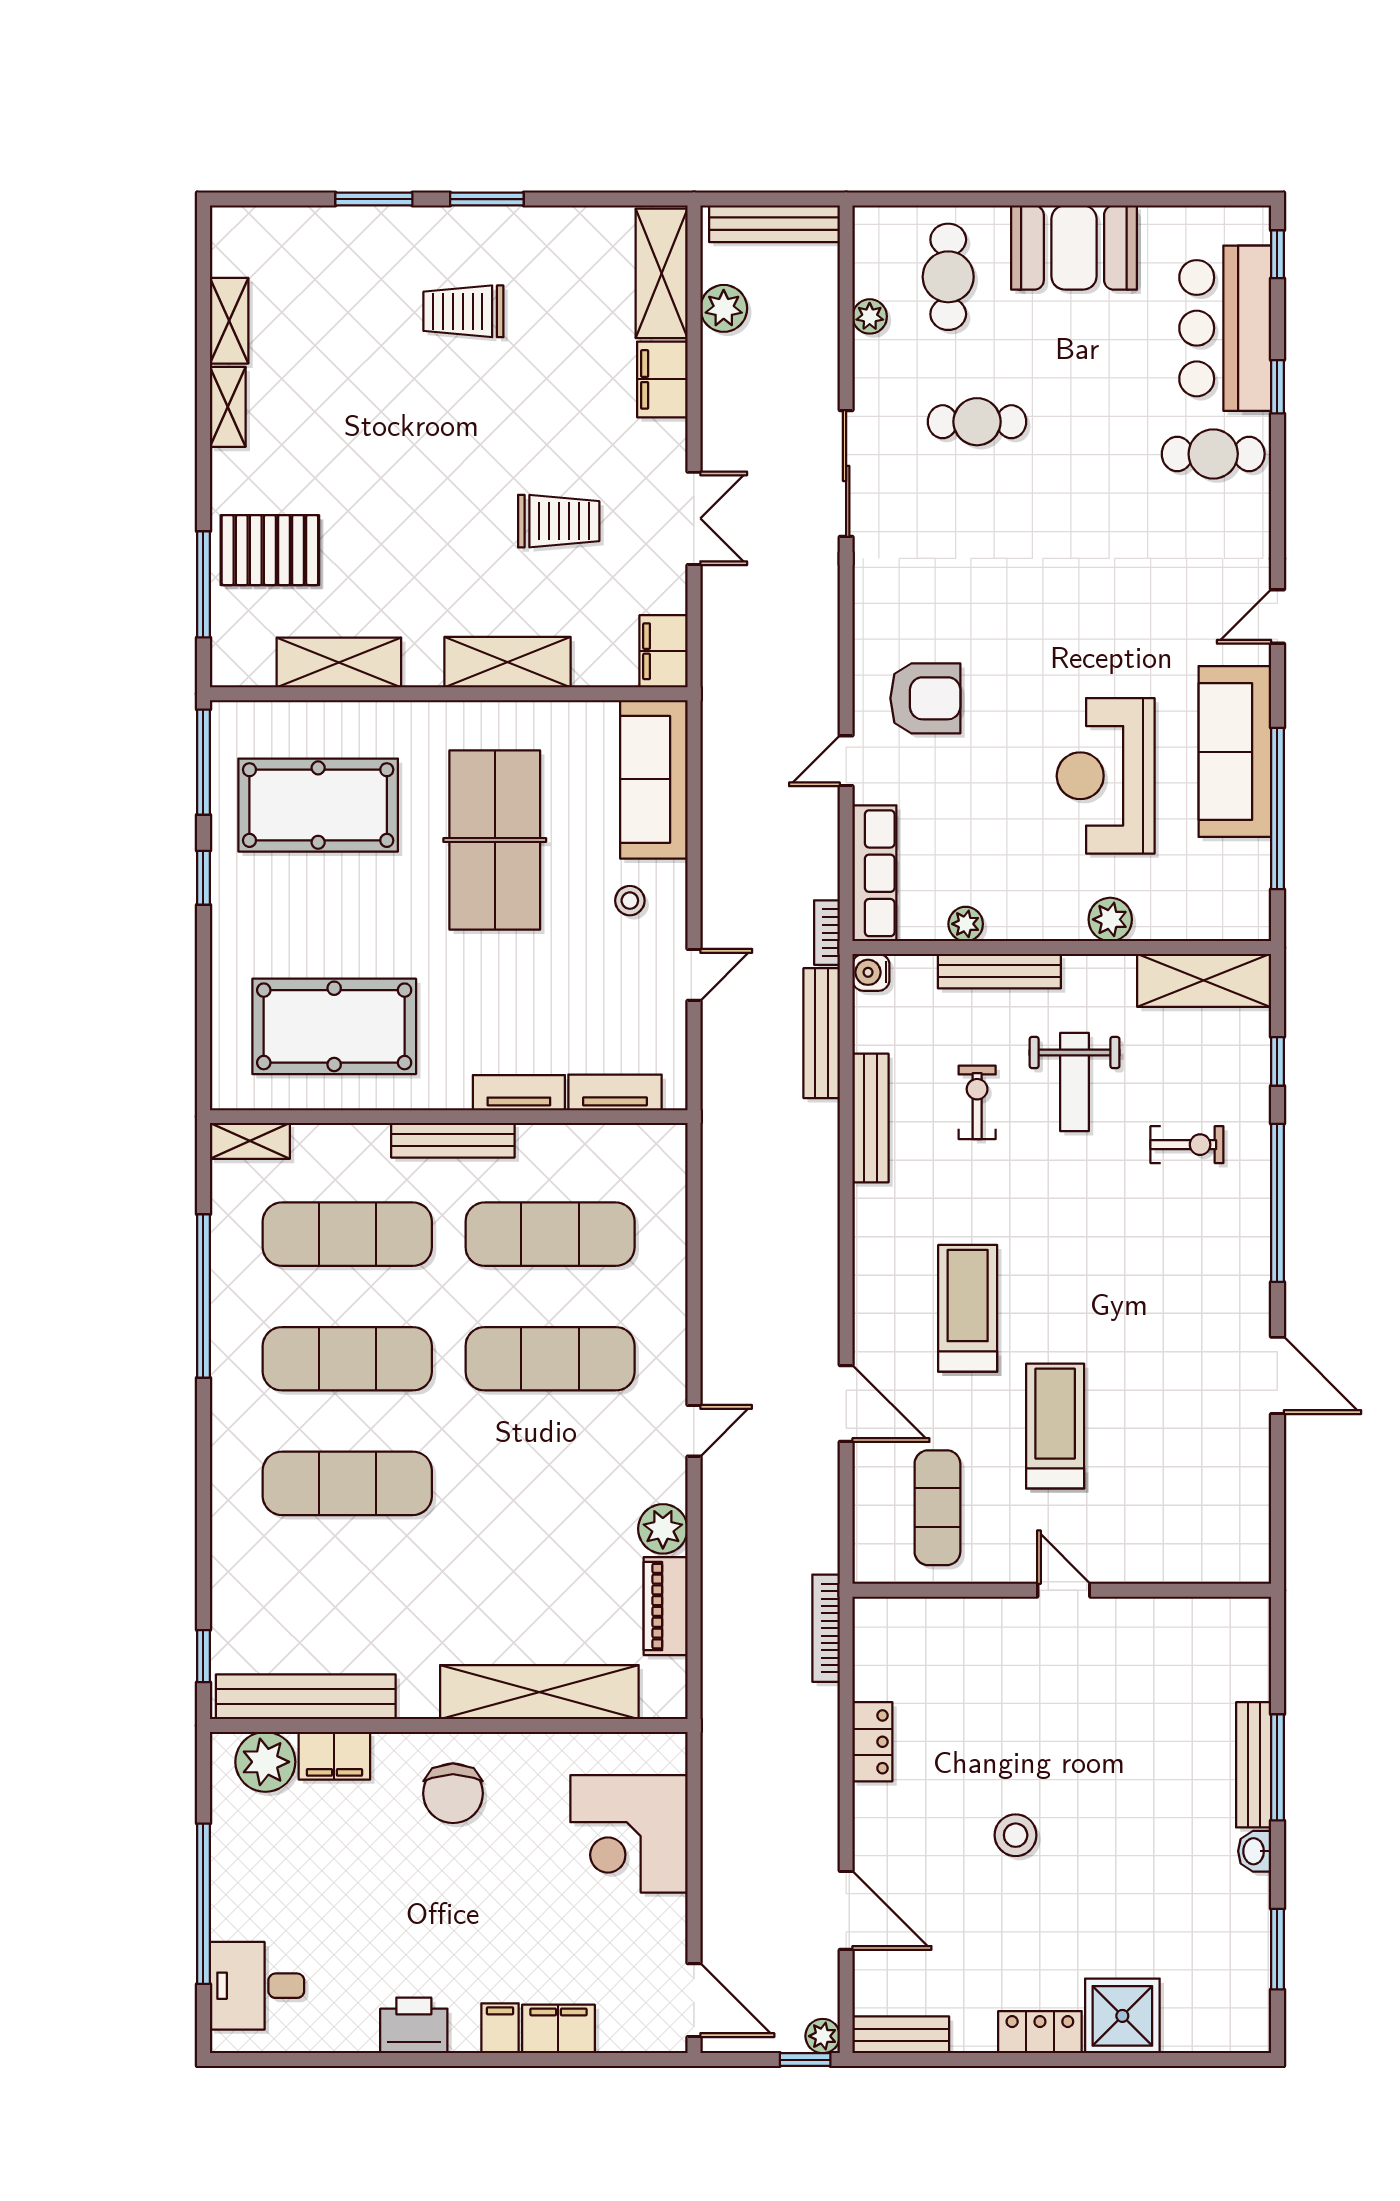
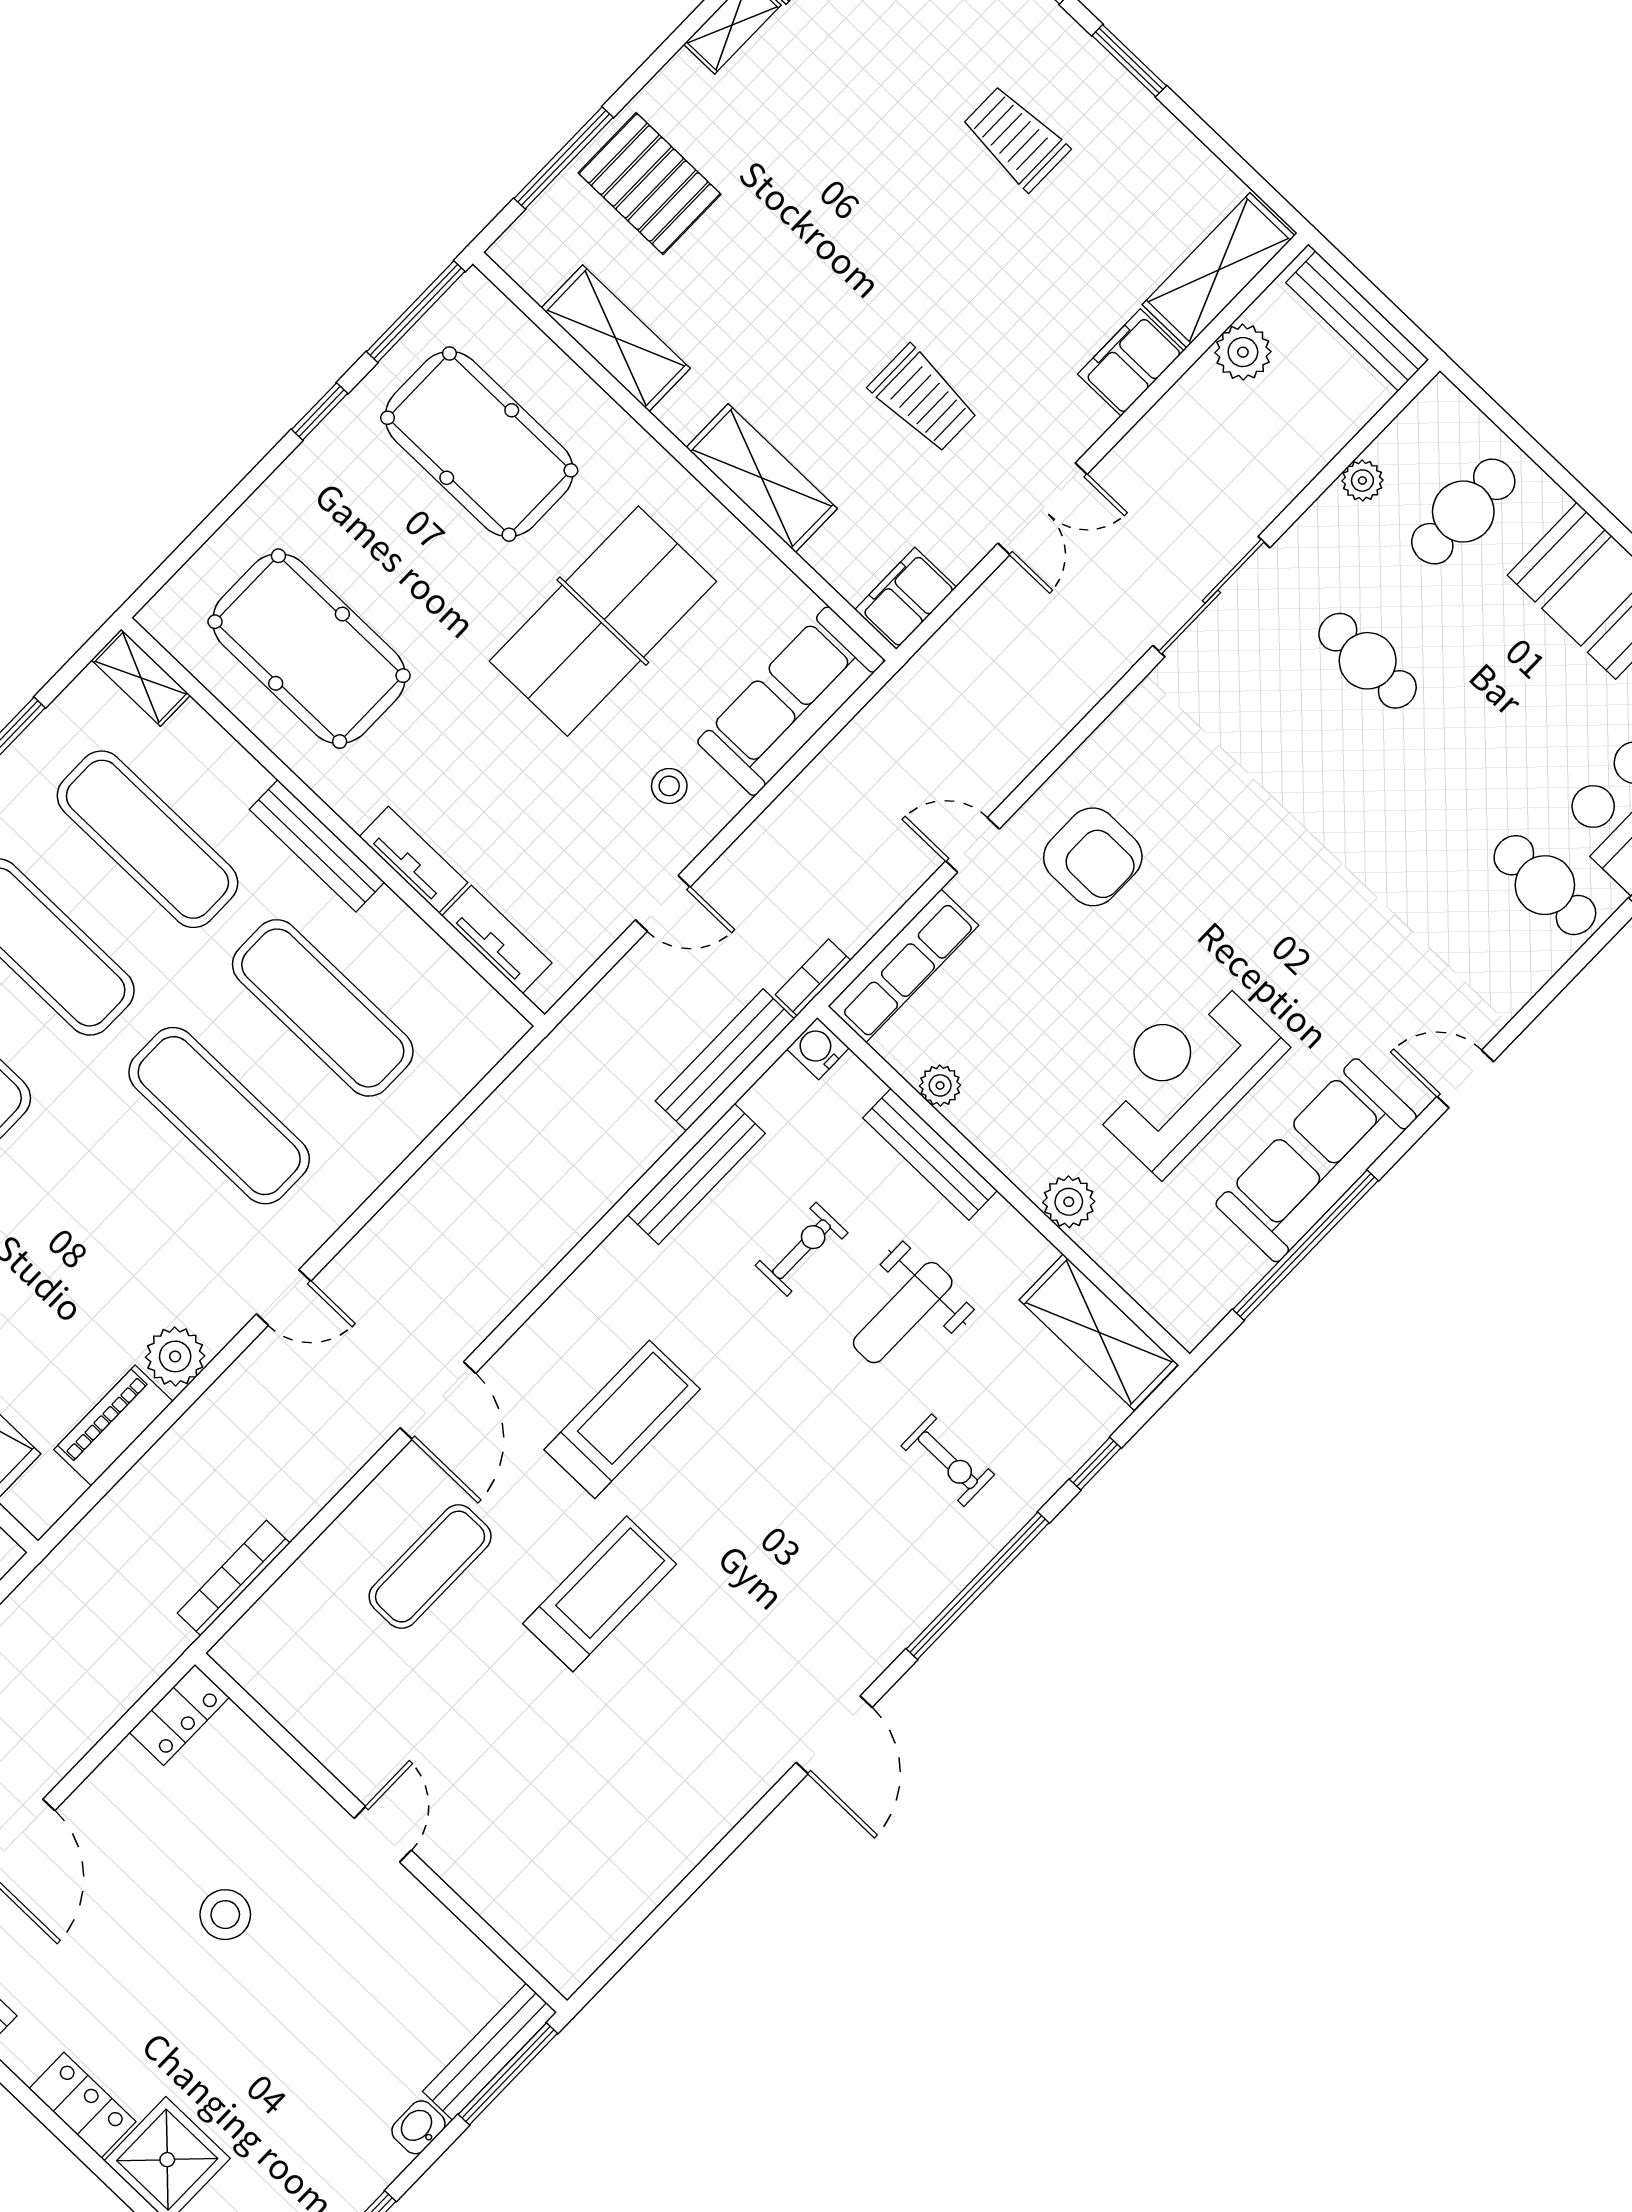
wall: (1062, 1590) -> (381, 1833), moved
door: (1064, 1590) -> (383, 1834), moved

